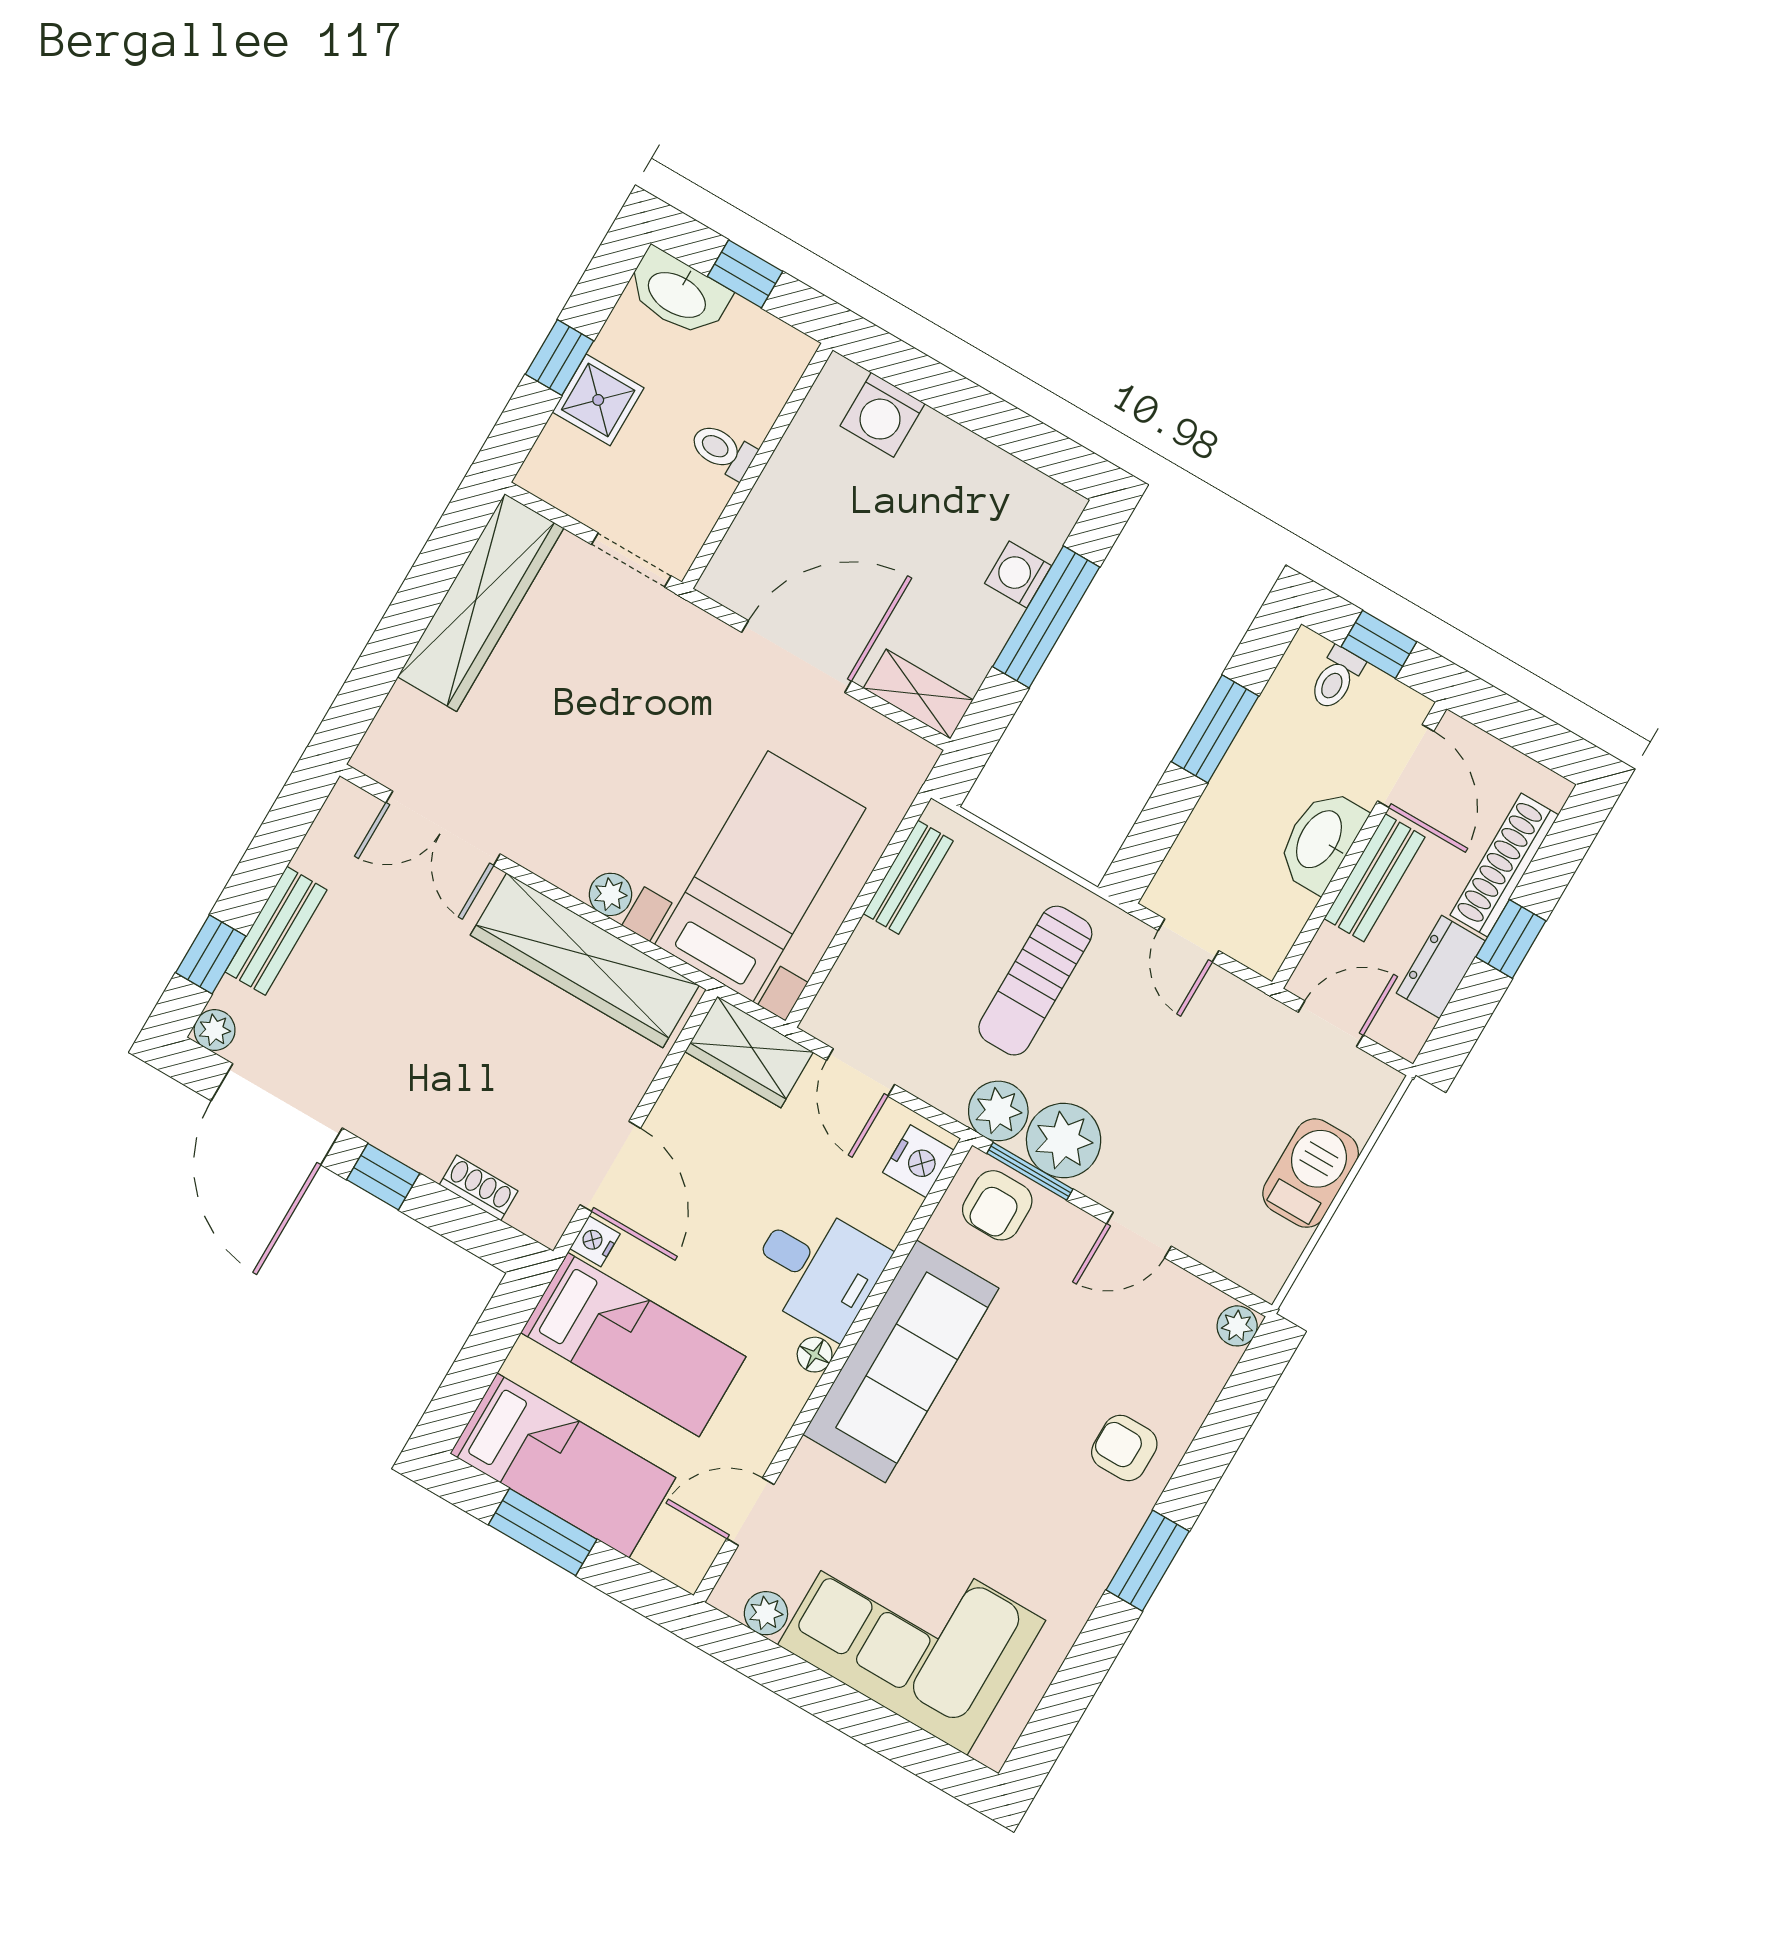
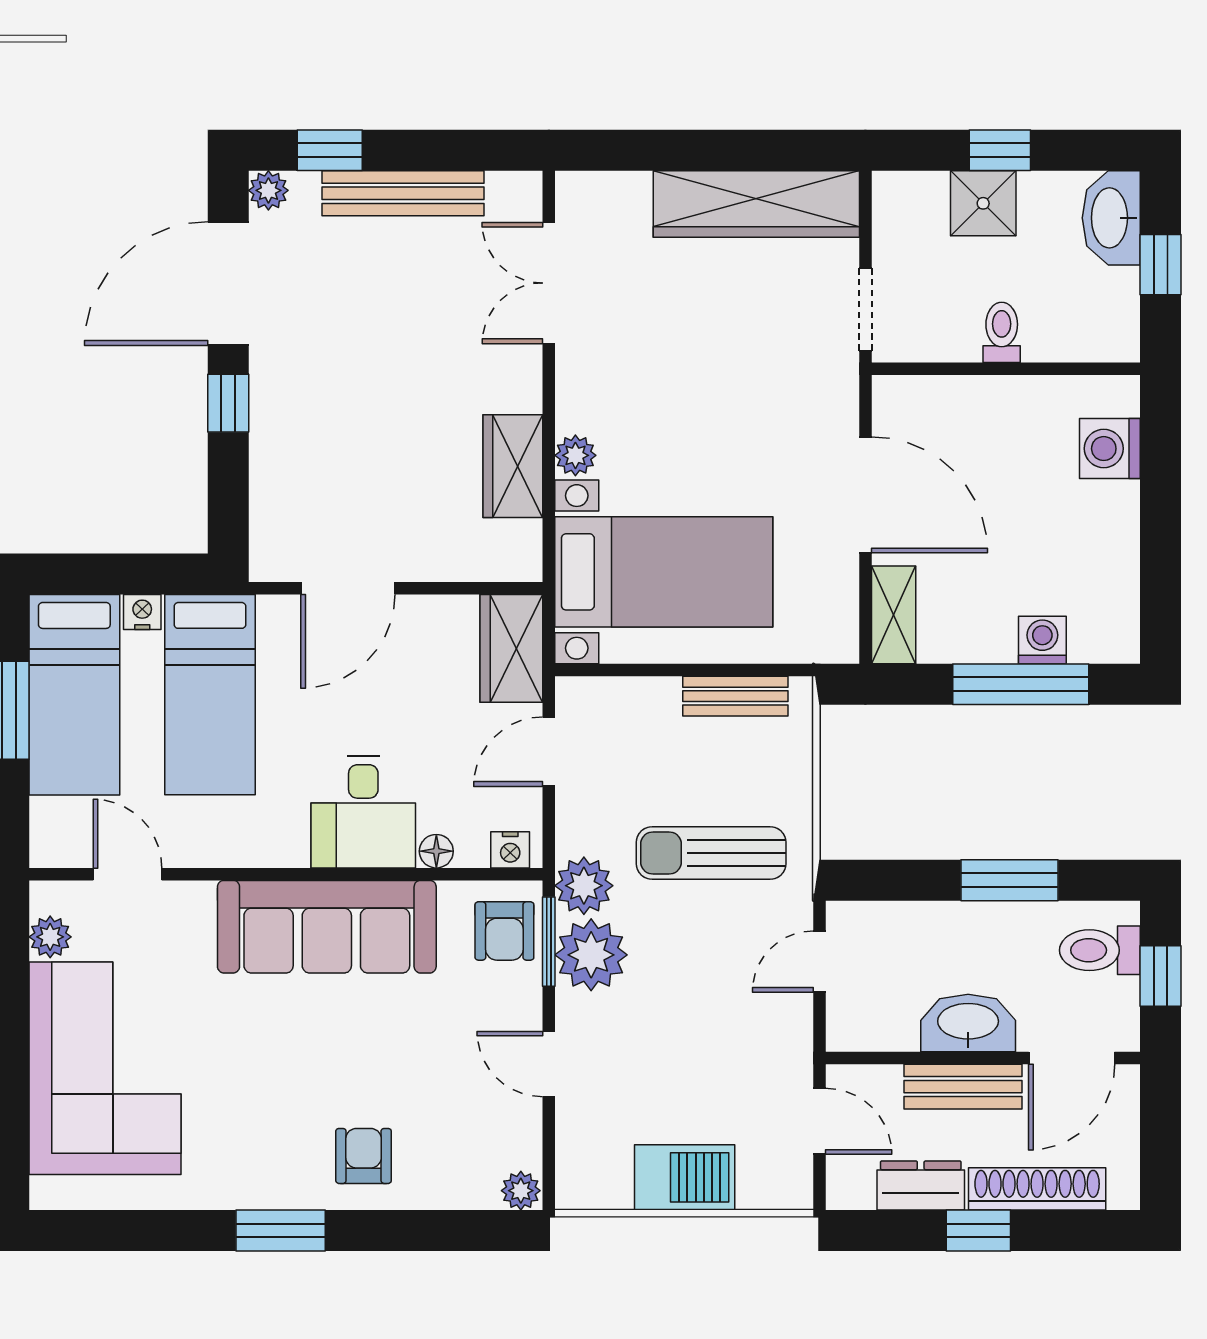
toilet: (1336, 678) -> (1100, 950), width x1.37, depth x1.39
bench: (276, 931) -> (403, 193), width x1.36
wardrobe: (585, 960) -> (513, 466), width x0.48, depth x0.85
nightstand: (918, 1161) -> (510, 850), width x0.72, depth x0.74
shoe rack: (479, 1188) -> (265, 488), removed
armchair: (997, 1205) -> (504, 931), turned -90
nightstand: (595, 1241) -> (142, 612), moved
floor lamp: (815, 1355) -> (436, 851), moved

